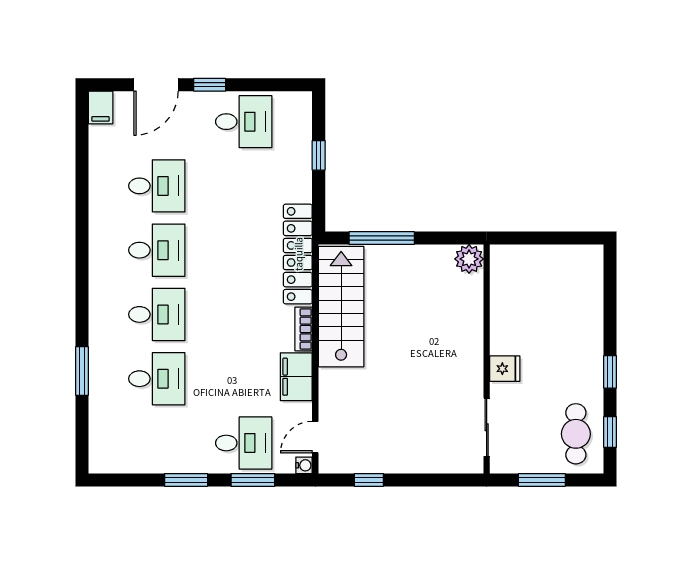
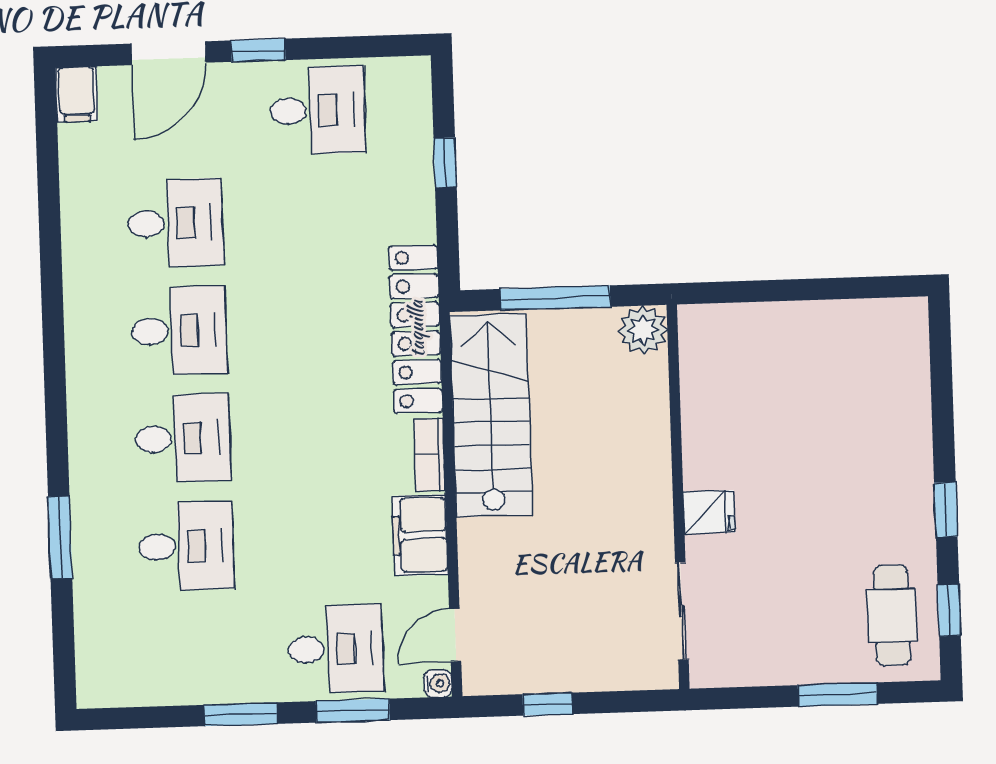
plant: (469, 259) -> (643, 330), moved
wall: (487, 359) -> (678, 497), moved
fridge: (505, 369) -> (709, 512), moved
sliding door: (487, 427) -> (682, 611), moved

